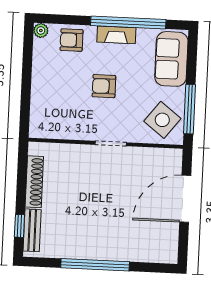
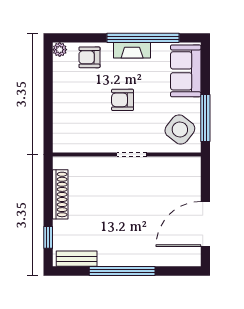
door: (185, 199) -> (205, 224), moved
bench: (32, 230) -> (77, 259), moved, turned 90

